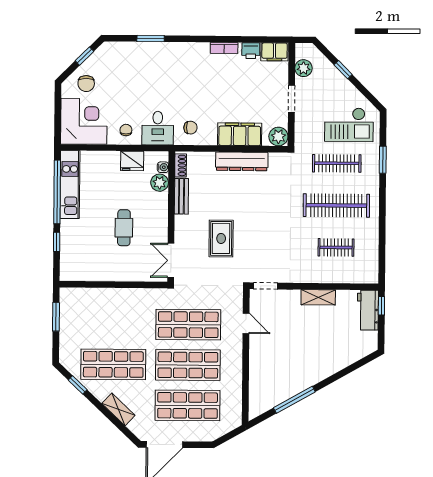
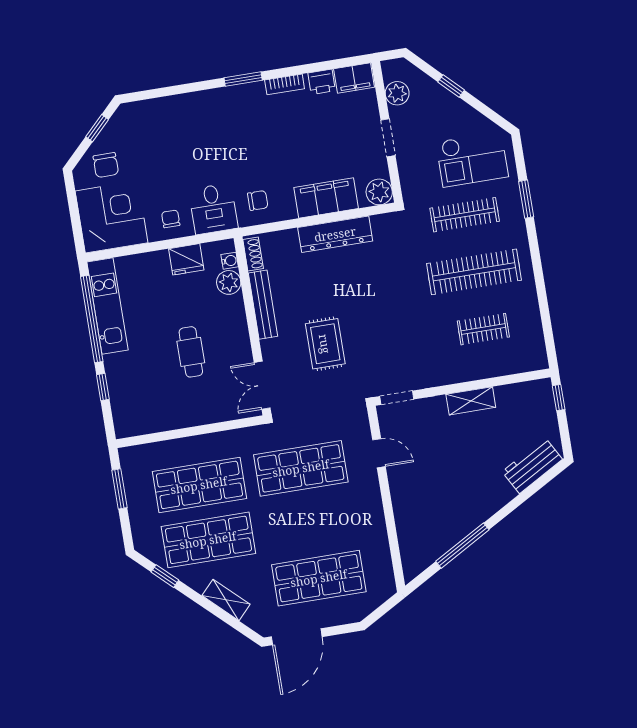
window: (151, 39) -> (243, 79), moved
bench: (181, 196) -> (263, 305), width x1.36
workbench: (368, 310) -> (532, 465), moved, turned 60
shop shelf: (188, 365) -> (199, 485), moved

